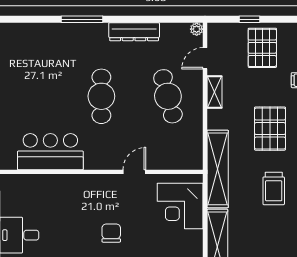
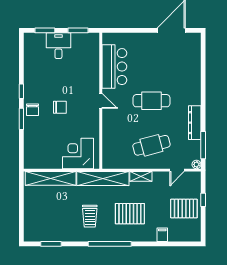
window: (82, 19) -> (203, 145), moved
door: (205, 58) -> (177, 170), swing flipped
shelving: (214, 92) -> (141, 176), moved
door: (134, 172) -> (101, 101), moved
trolley: (274, 189) -> (90, 216), turned -90

